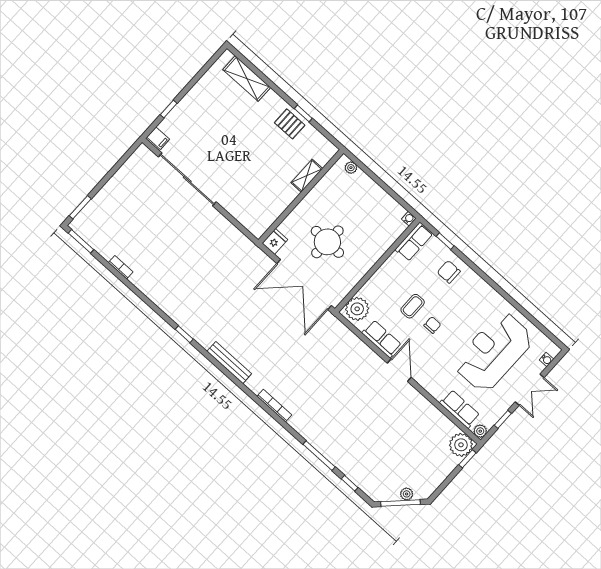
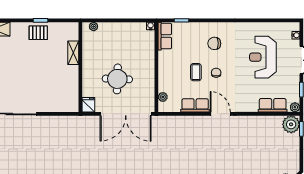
chair: (449, 272) -> (214, 43), moved
plant: (357, 309) -> (163, 97), width x0.53, depth x0.53
reception desk: (494, 352) -> (263, 57), width x0.74, depth x0.77

